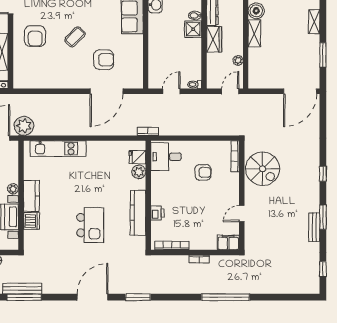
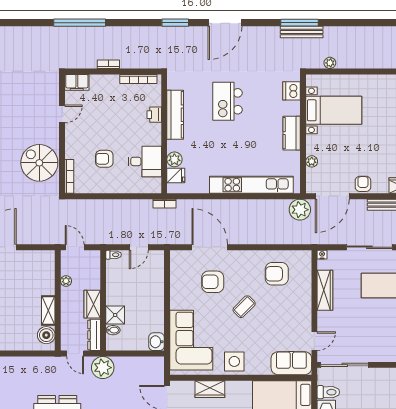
armchair: (35, 36) -> (277, 274), moved, turned -90
door: (106, 91) -> (210, 247), hinge flipped
door: (230, 91) -> (75, 247), swing flipped
kitchen unit: (58, 149) -> (251, 185), width x1.36
desk: (166, 157) -> (145, 161), moved
plant: (13, 189) -> (312, 161), moved
dishwasher: (31, 221) -> (292, 91), moved

